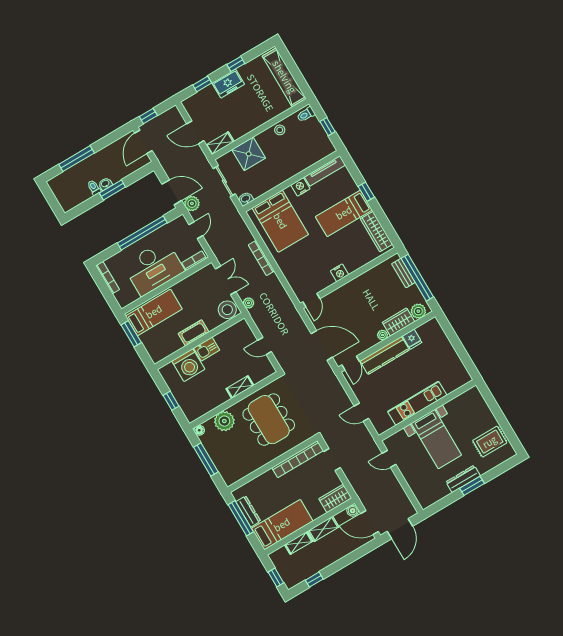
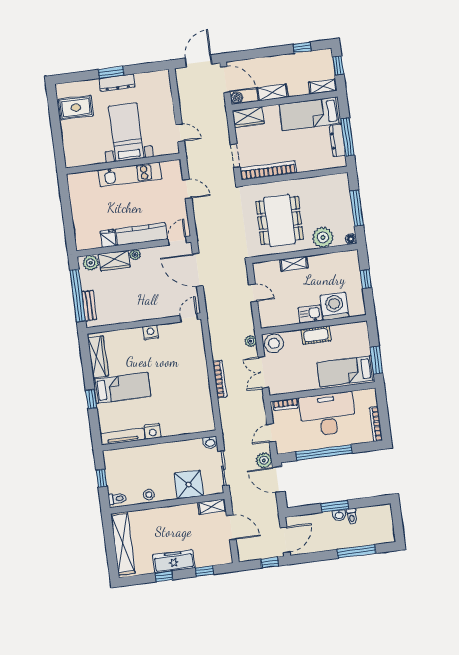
freezer: (228, 84) -> (174, 561), width x1.40
bed: (280, 221) -> (186, 407), removed
shelving: (299, 543) -> (323, 87), moved

